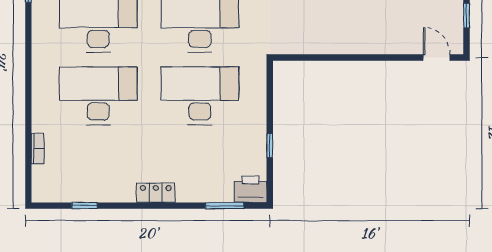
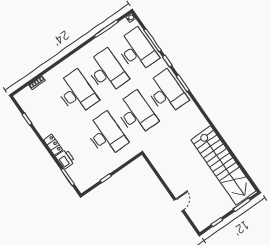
door: (437, 57) -> (179, 205), moved
printer: (251, 189) -> (65, 159), moved

